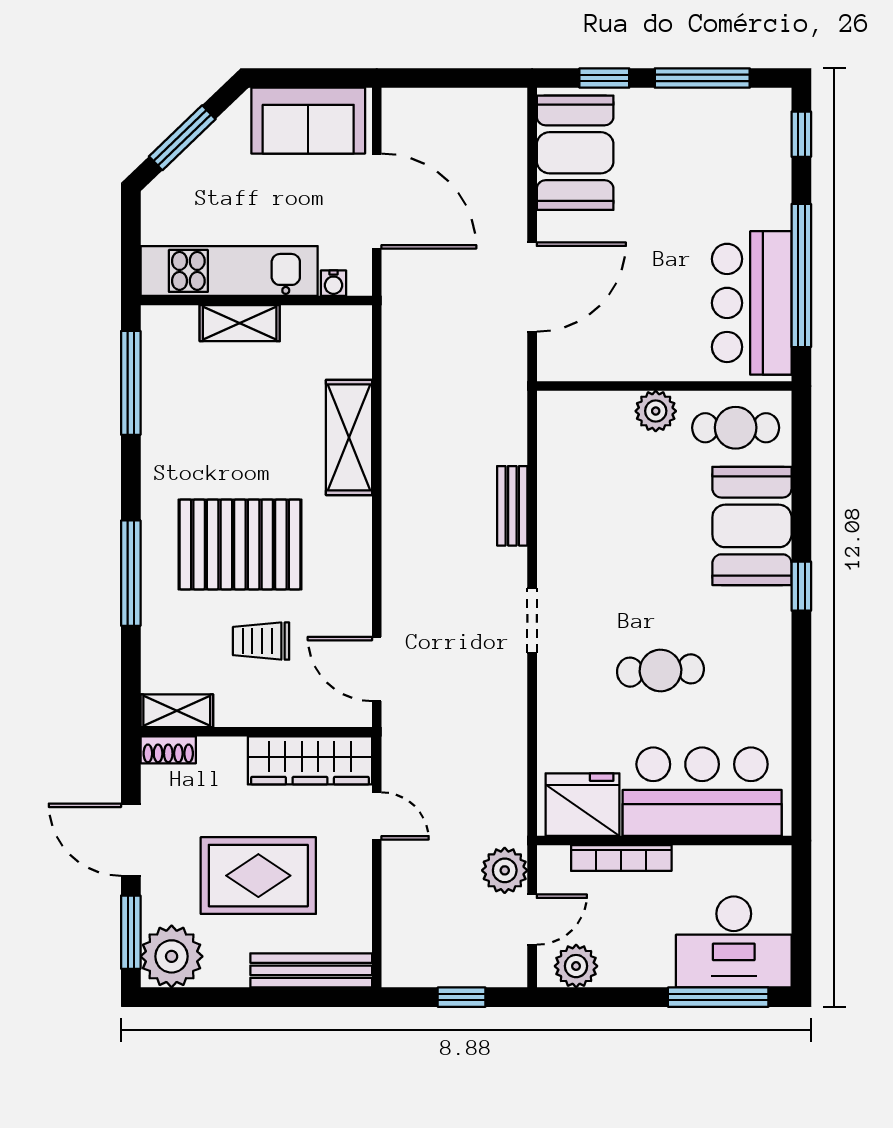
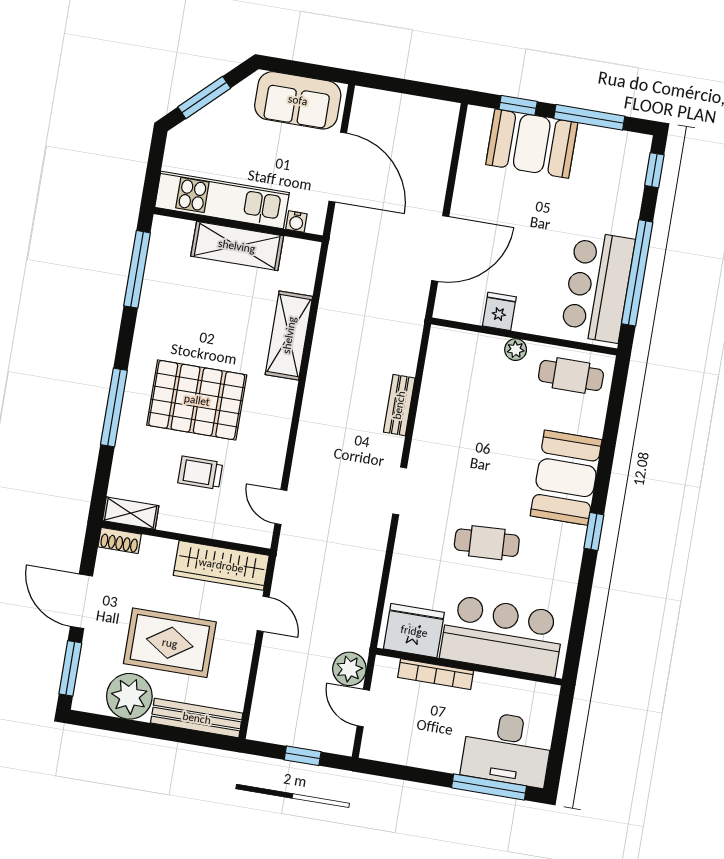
booth: (575, 153) -> (532, 144), moved, turned 90
shelving: (240, 323) -> (237, 246), width x1.50, depth x1.33
fridge: (625, 358) -> (499, 311), added
plant: (656, 411) -> (516, 350), width x0.73, depth x0.73
booth: (752, 526) -> (566, 478), moved
window: (801, 586) -> (594, 531), moved
door: (377, 669) -> (281, 507), width x0.73
door: (532, 920) -> (363, 708), swing flipped
plant: (172, 956) -> (129, 696), moved
plant: (576, 966) -> (390, 747), removed

